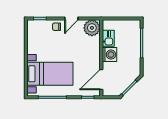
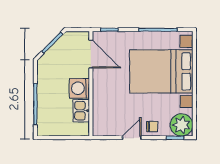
plant: (92, 28) -> (181, 125), moved
bed with nightstands: (50, 74) -> (161, 71), width x1.36
door: (101, 80) -> (91, 54), hinge flipped

